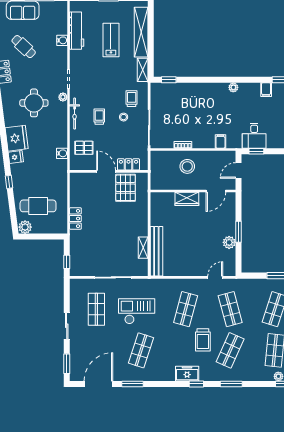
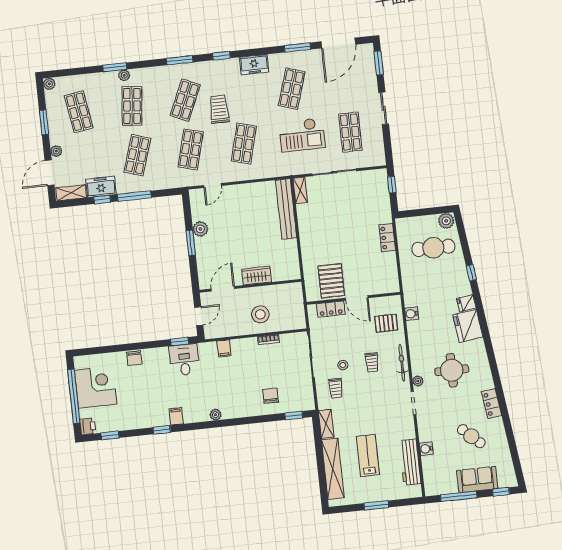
lab bench: (111, 40) -> (368, 456), turned 180
chair: (186, 98) -> (271, 396), added
shelving: (143, 248) -> (300, 190), moved
shop shelf: (230, 309) -> (191, 149), turned 30
freezer: (187, 374) -> (254, 65), moved

